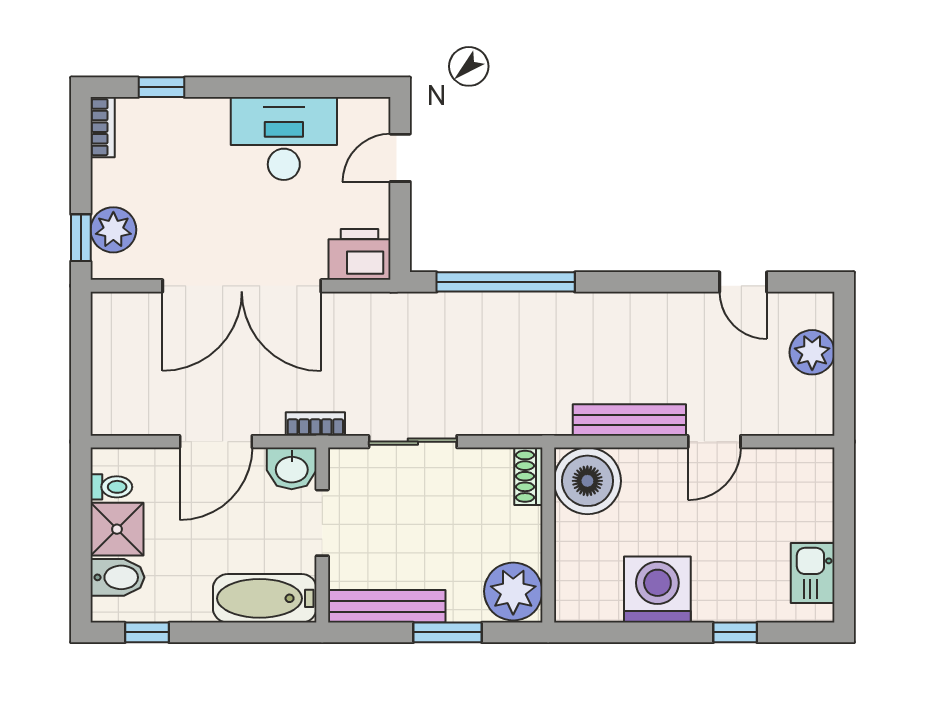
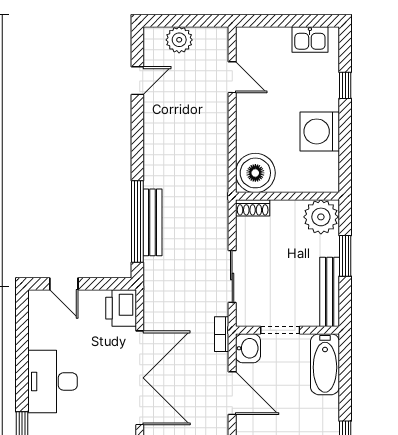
desk: (284, 139) -> (52, 381), moved
bench: (629, 420) -> (153, 222), moved
door: (714, 442) -> (232, 77), moved

